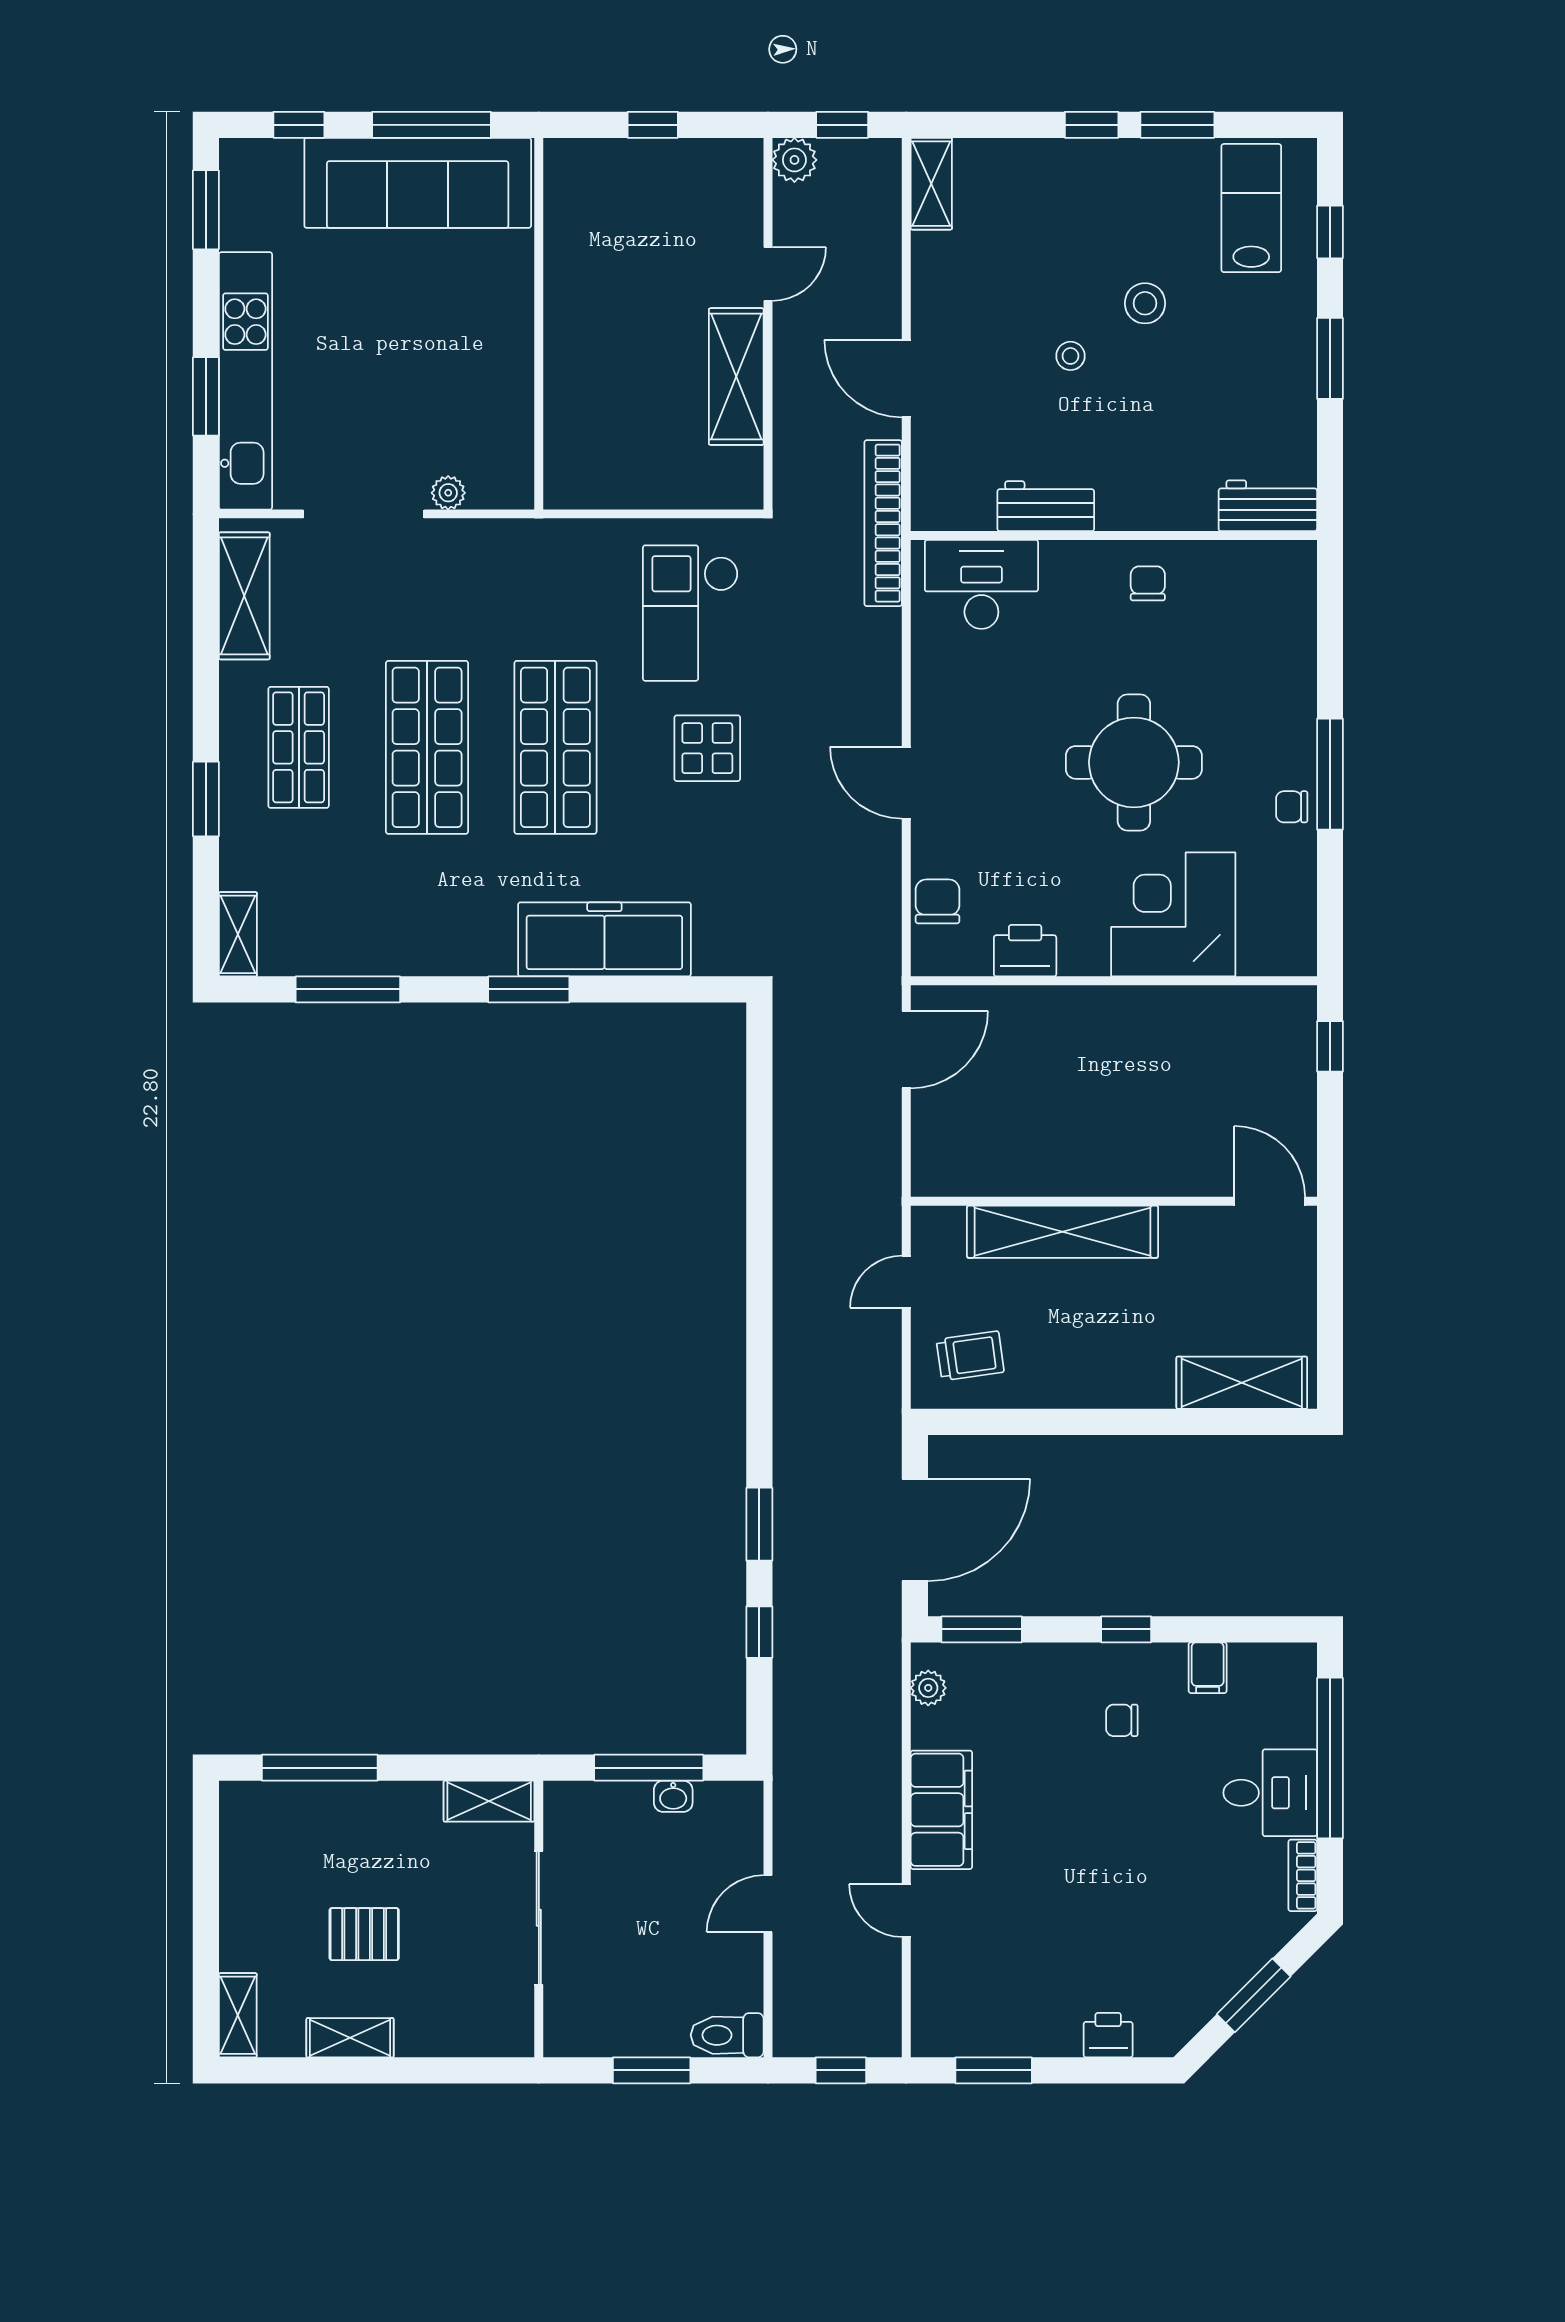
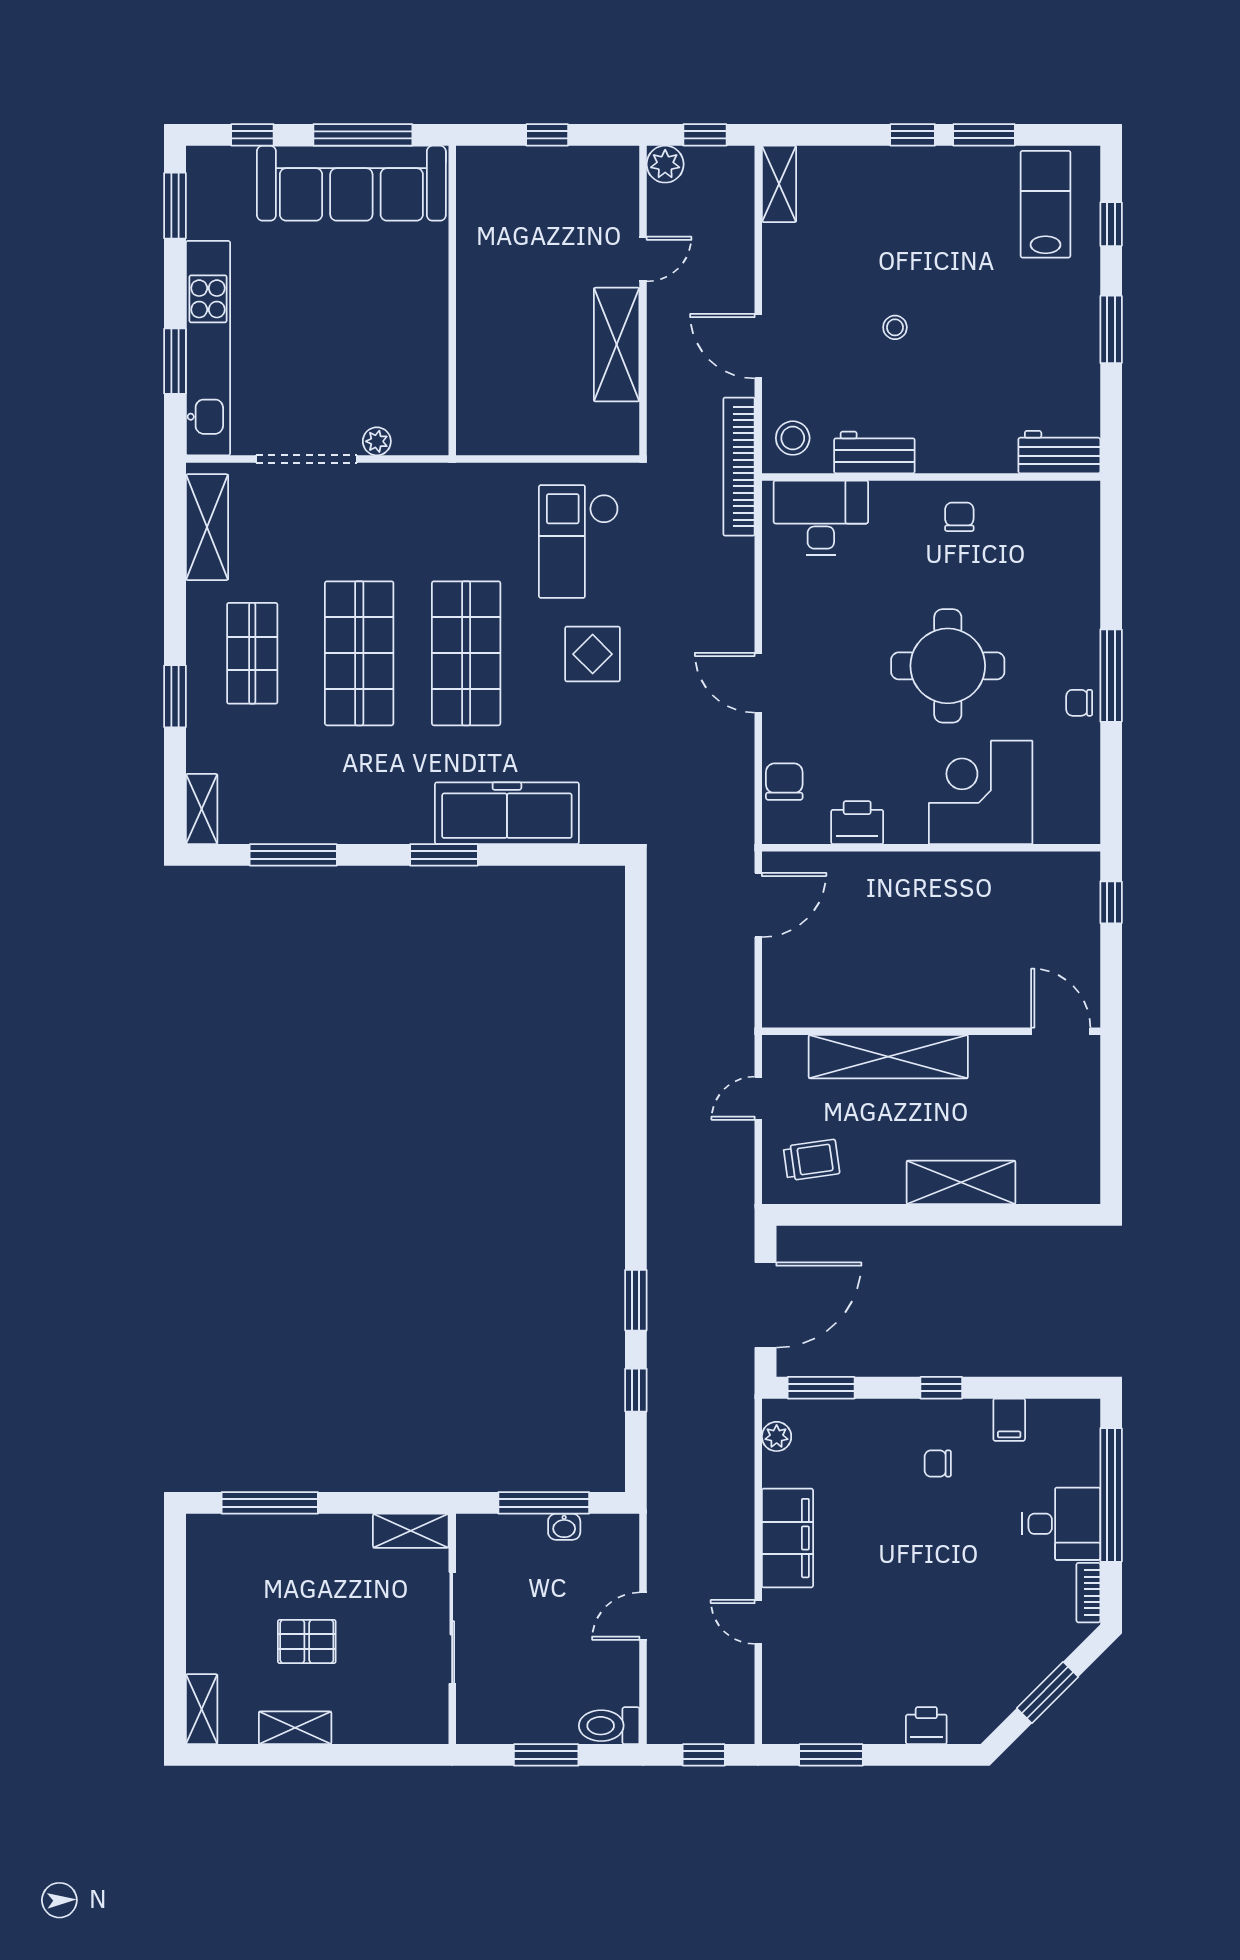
stool: (1145, 303) -> (793, 438), moved
shelving: (1242, 1383) -> (961, 1182), moved

